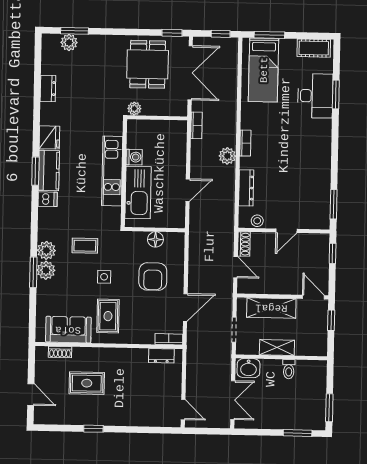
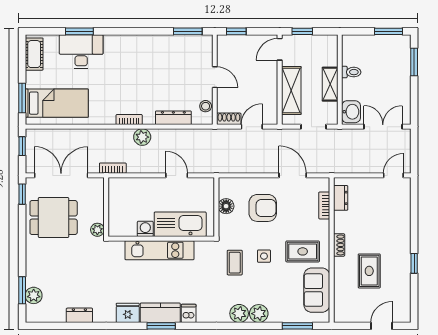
coffee table: (85, 246) -> (235, 263), moved
window: (33, 272) -> (297, 326), moved
bookcase: (169, 339) -> (324, 205), moved
shoe rack: (60, 352) -> (339, 245), moved

